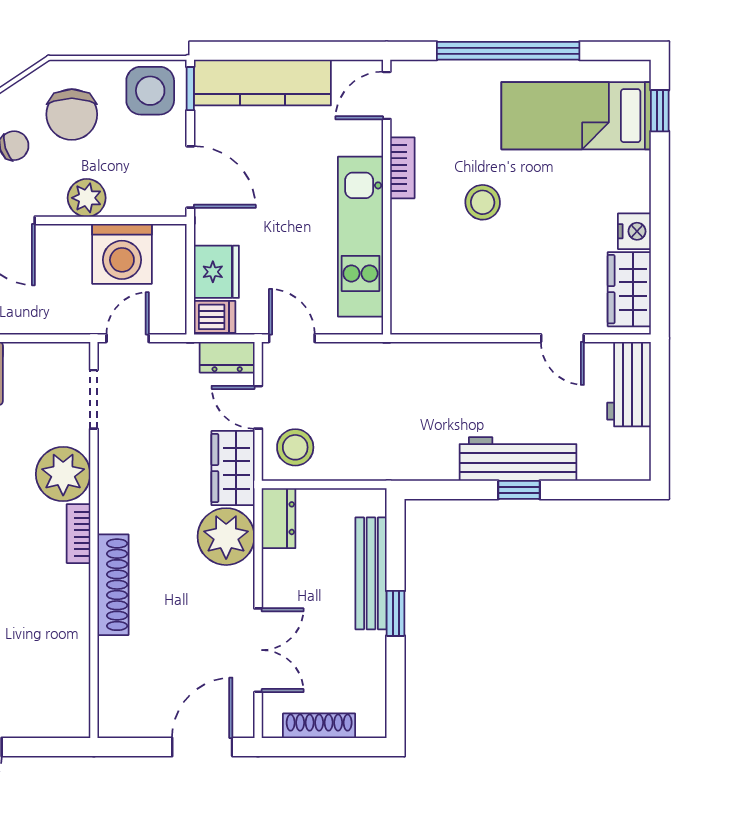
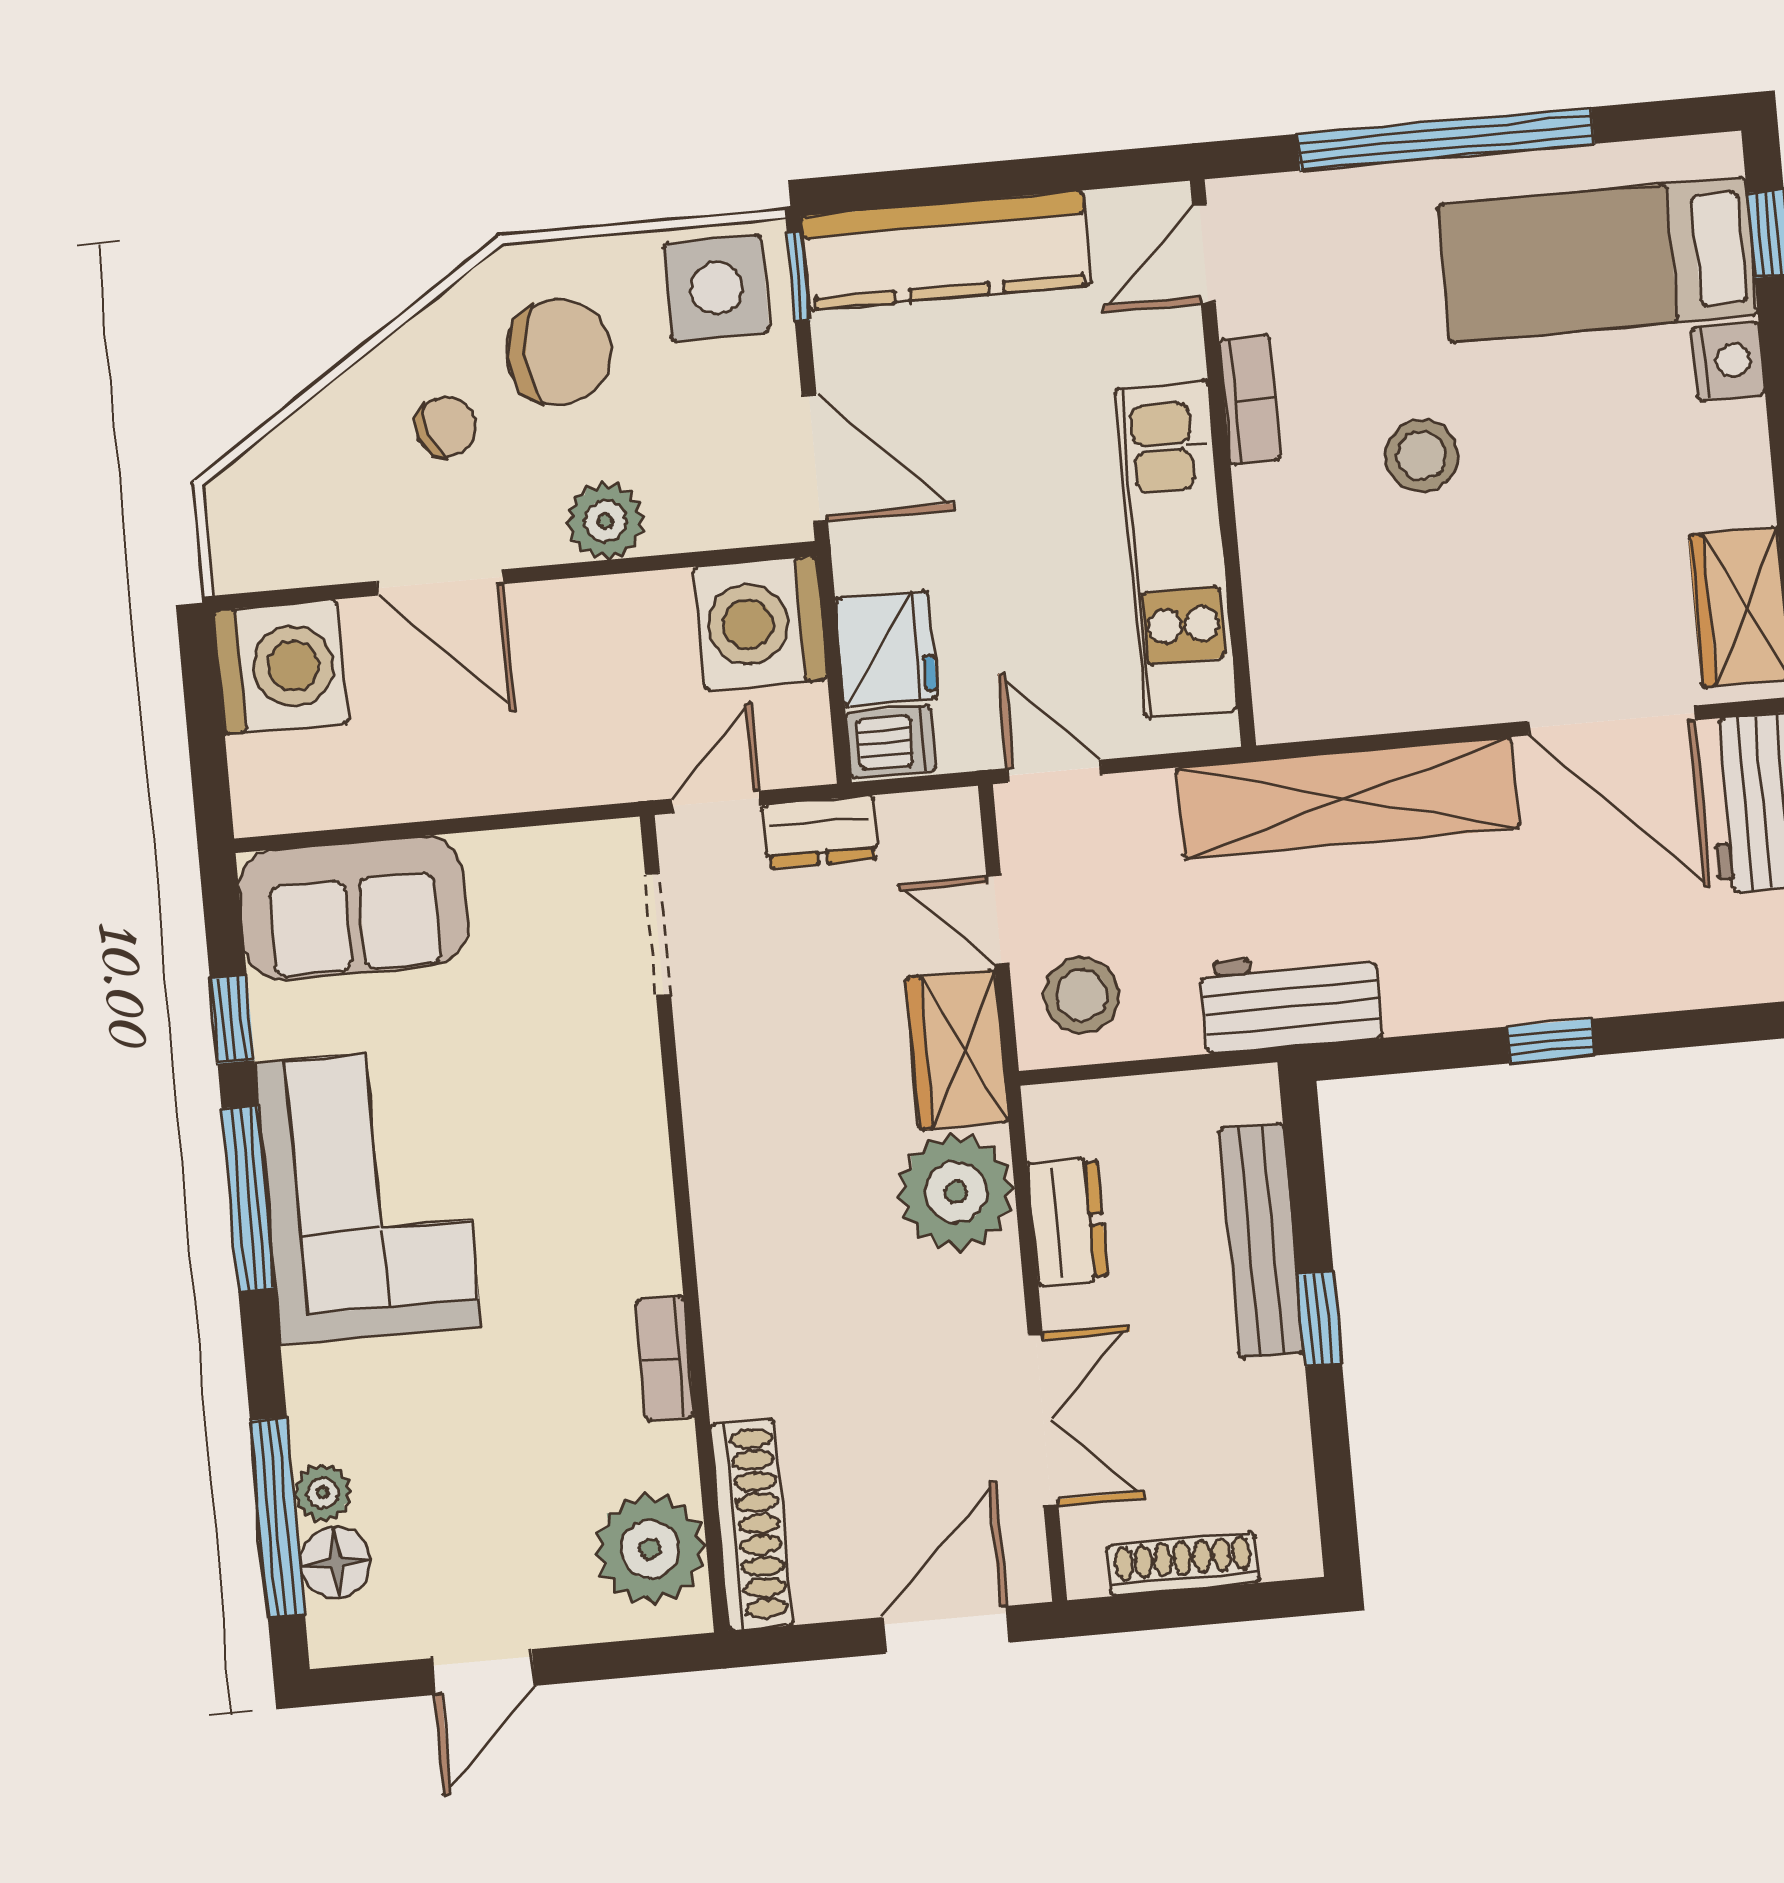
chair: (72, 114) -> (559, 352), turned -90
nightstand: (634, 231) -> (1728, 361), moved
washing machine: (122, 254) -> (760, 623), moved, turned 90
door: (562, 338) -> (1611, 721), width x1.88
dresser: (227, 357) -> (821, 832), moved
shelving: (432, 364) -> (1347, 798), added
workbench: (518, 459) -> (1291, 1001), moved, width x0.73
plant: (63, 474) -> (650, 1549), moved
dresser: (279, 518) -> (1068, 1222), moved
bookcase: (78, 534) -> (665, 1358), moved
shoe rack: (113, 585) -> (751, 1524), moved

